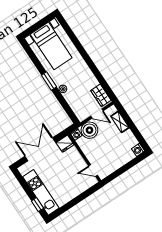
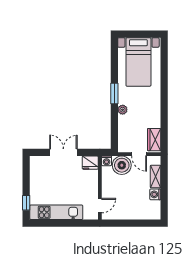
double door: (40, 149) -> (63, 152), width x0.73
washing machine: (138, 150) -> (155, 194), moved
door: (93, 171) -> (100, 206), swing flipped
kitchen unit: (41, 192) -> (56, 212), moved, turned -90

